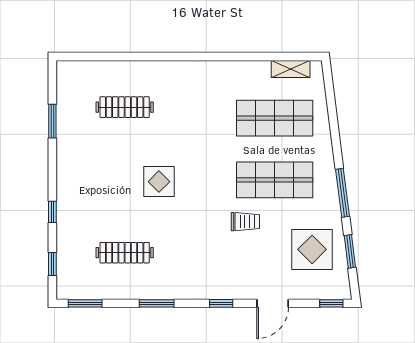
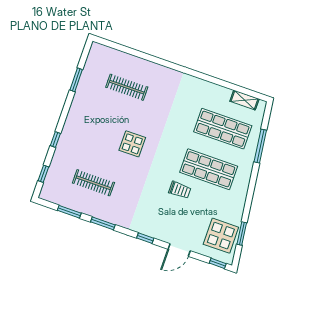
window: (342, 193) -> (260, 146), moved
display table: (312, 249) -> (221, 236), moved
window: (85, 303) -> (69, 212), moved

